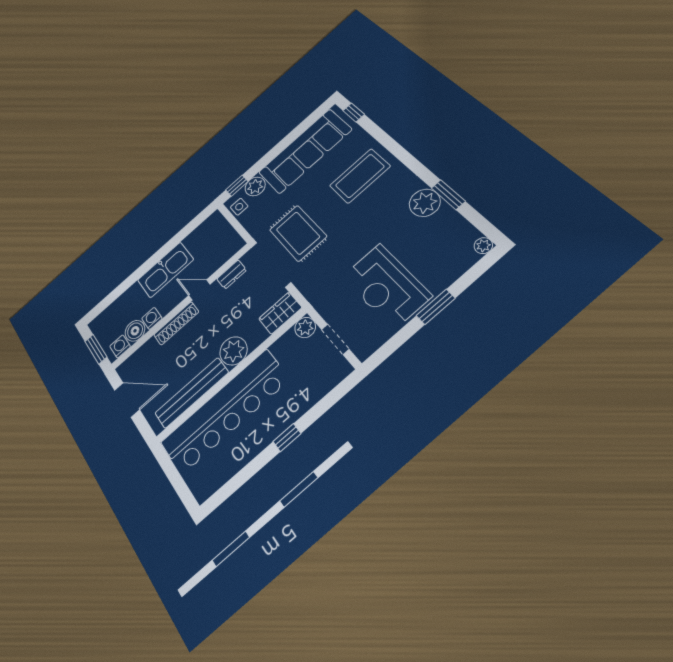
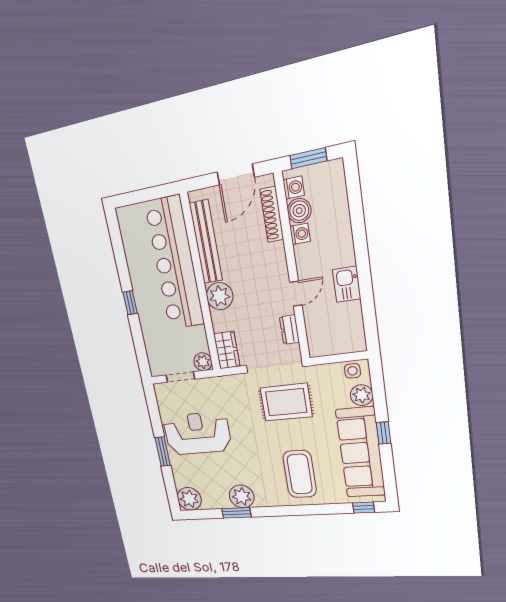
window: (237, 186) -> (384, 433), moved
plant: (483, 246) -> (189, 499), width x1.88, depth x1.88
kitchen sink: (165, 270) -> (347, 284), width x0.53, depth x0.81
shoe rack: (176, 323) -> (272, 215), moved

